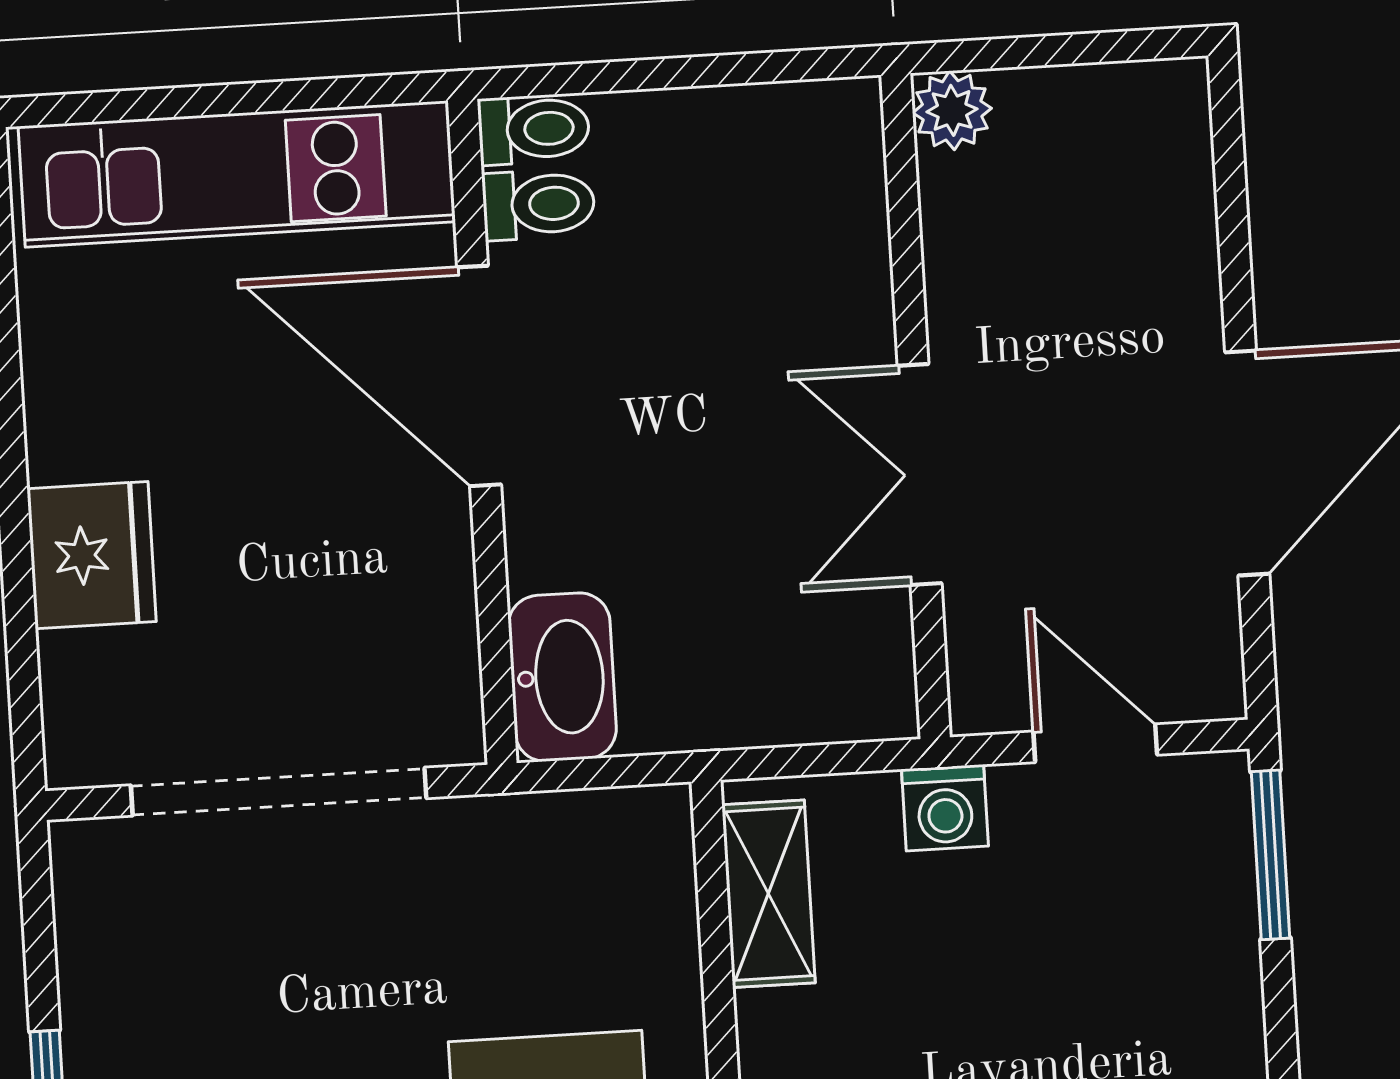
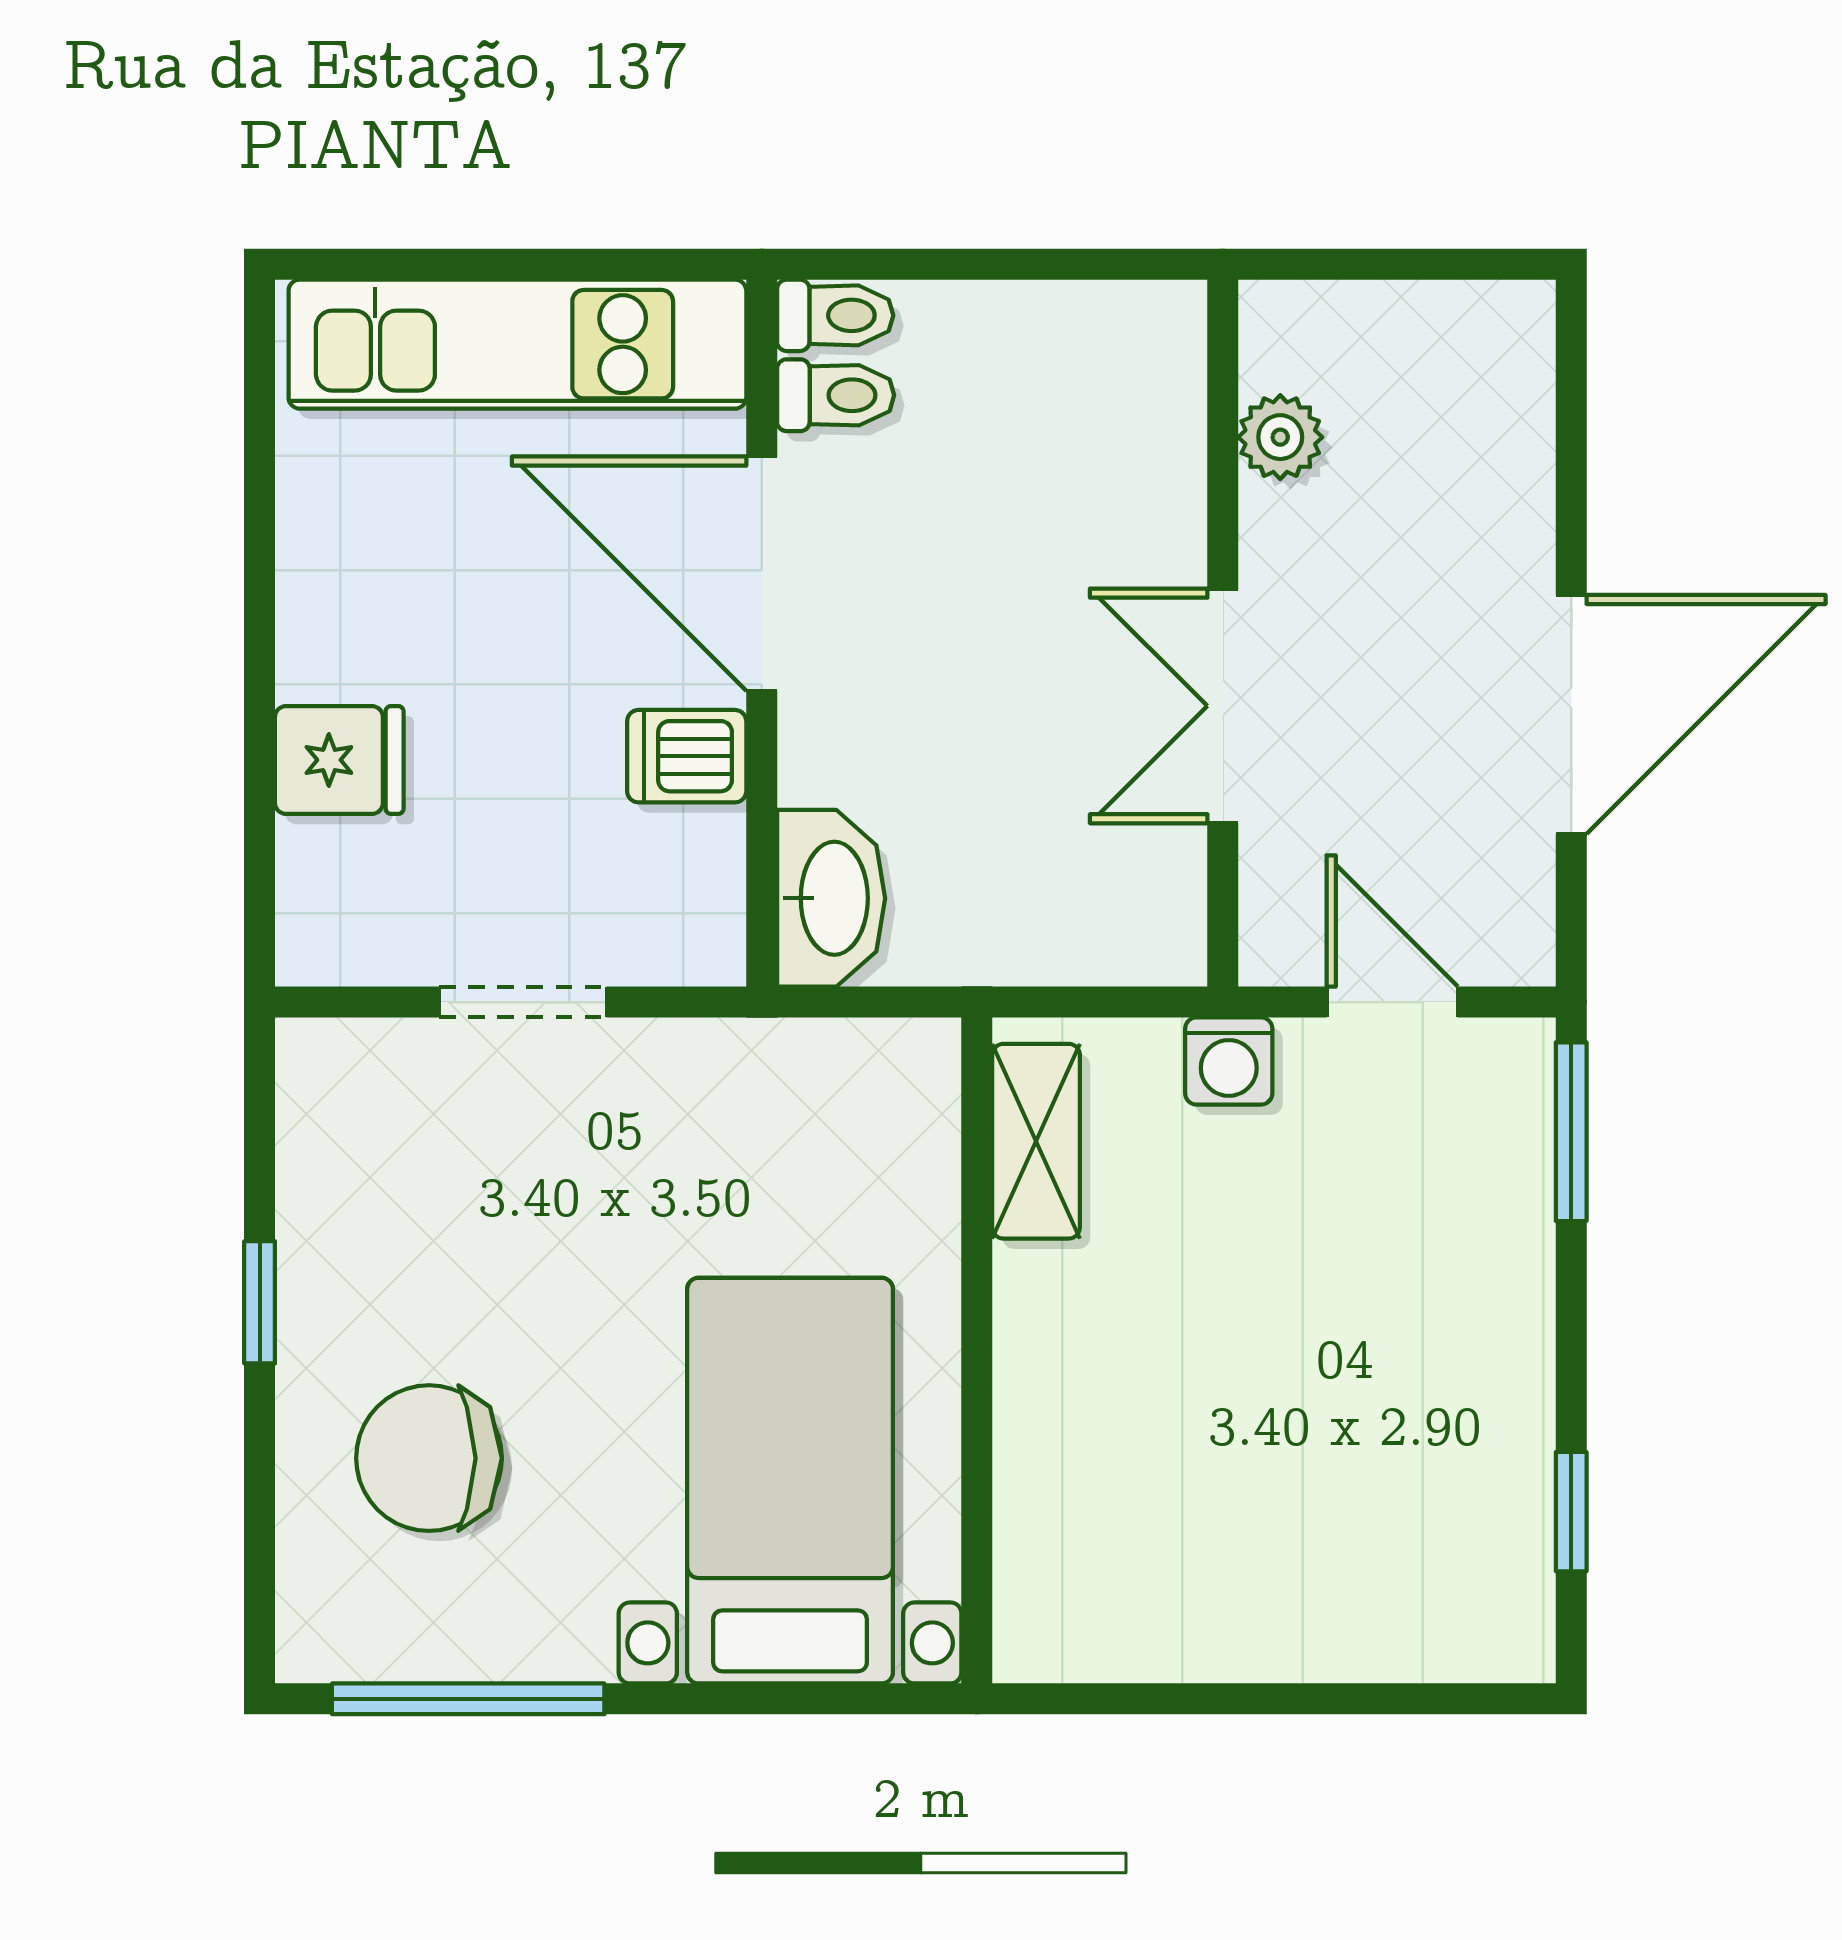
plant: (952, 110) -> (1280, 437), moved
dishwasher: (419, 552) -> (687, 756), added
fridge: (92, 555) -> (339, 760), width x0.72
doorway: (279, 792) -> (523, 1002), width x0.53

